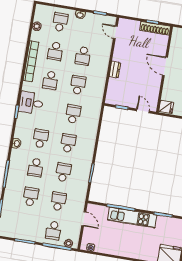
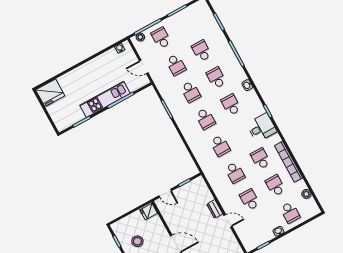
door: (115, 32) -> (228, 221), moved
school desk: (40, 138) -> (231, 105), turned 180
school desk: (31, 197) -> (201, 51), turned 180

